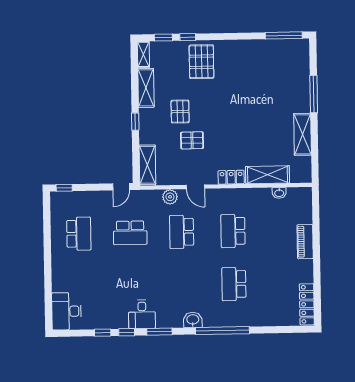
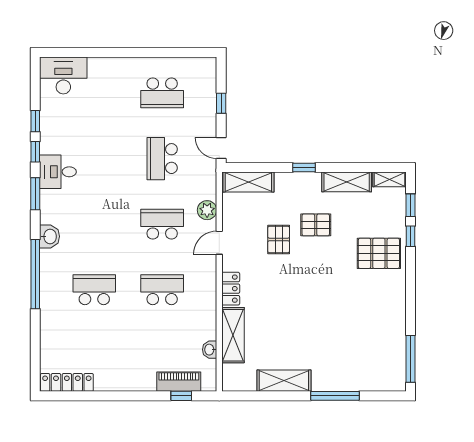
window: (64, 188) -> (221, 103), moved
window: (316, 214) -> (181, 396), added
piano: (305, 242) -> (179, 382), moved

